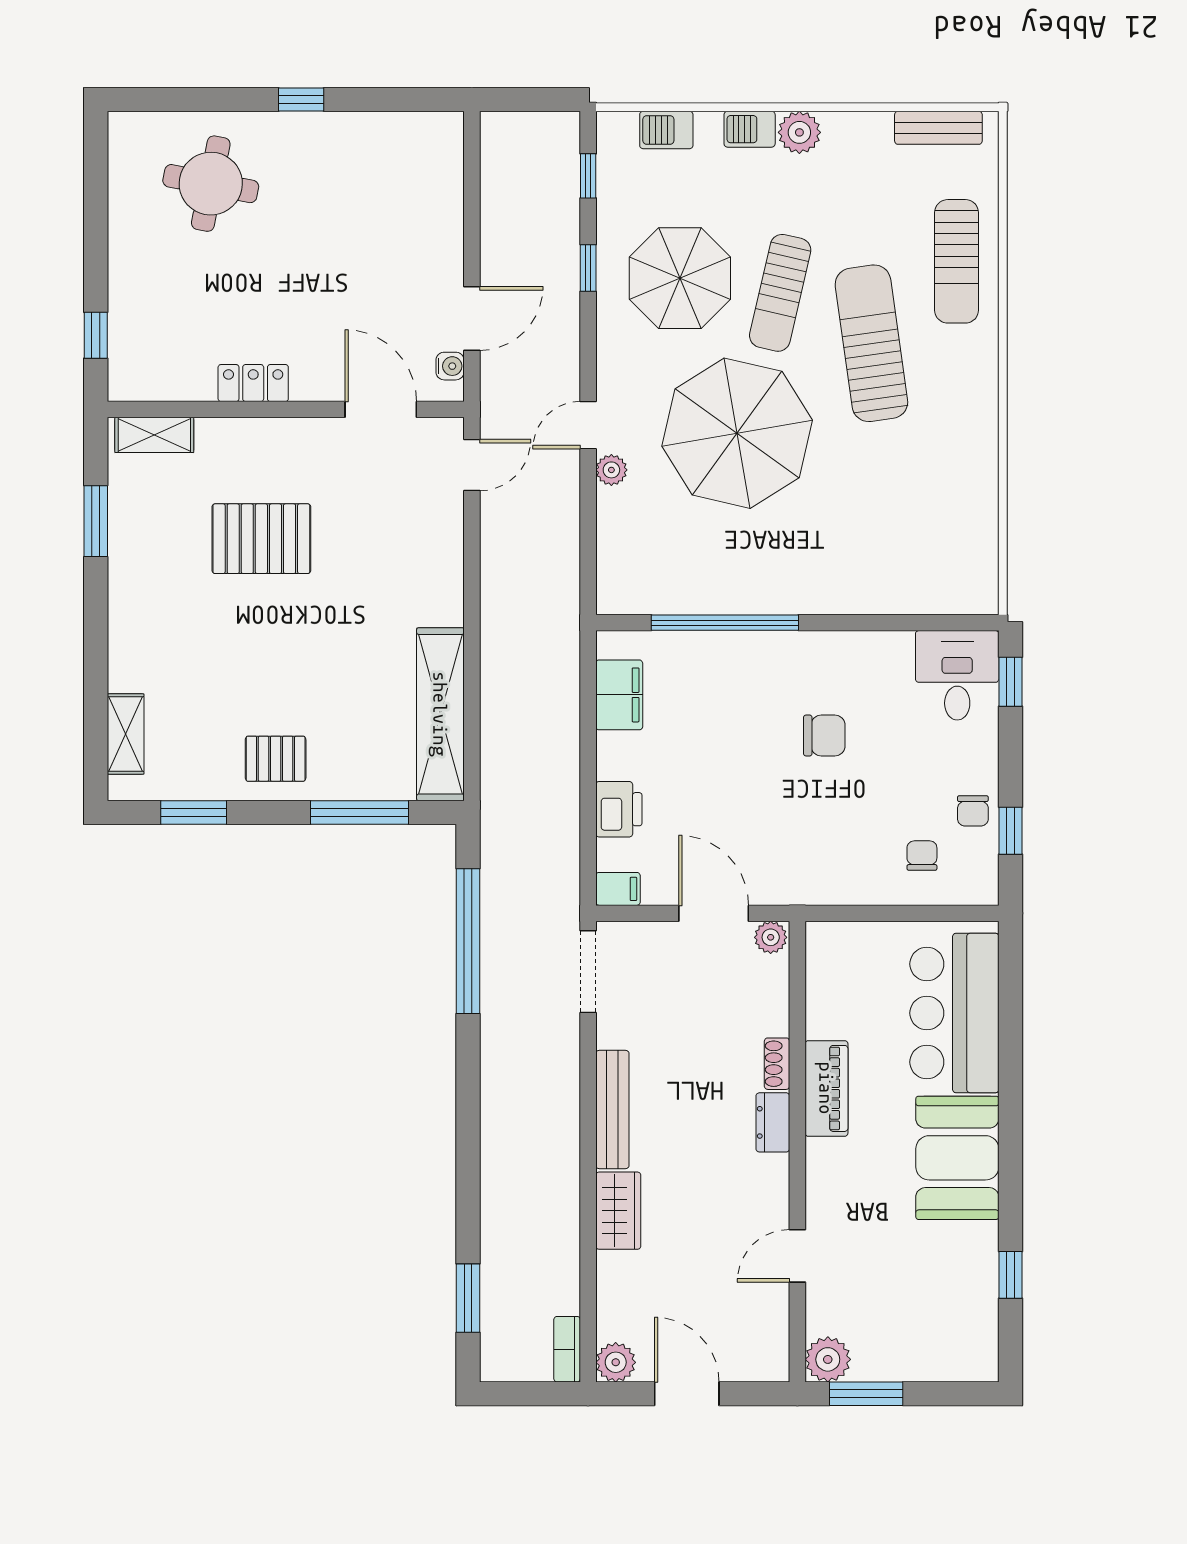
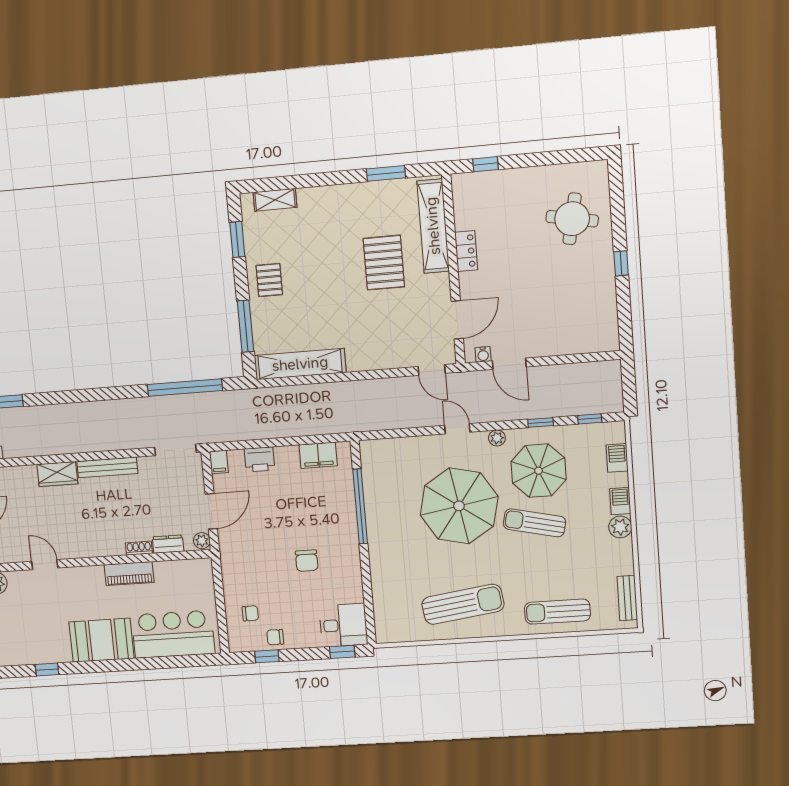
sun lounger: (871, 343) -> (463, 604), moved
shelving: (154, 435) -> (433, 226), width x2.20, depth x1.33
plant: (611, 470) -> (497, 438), moved
dresser: (773, 1122) -> (168, 544), moved

